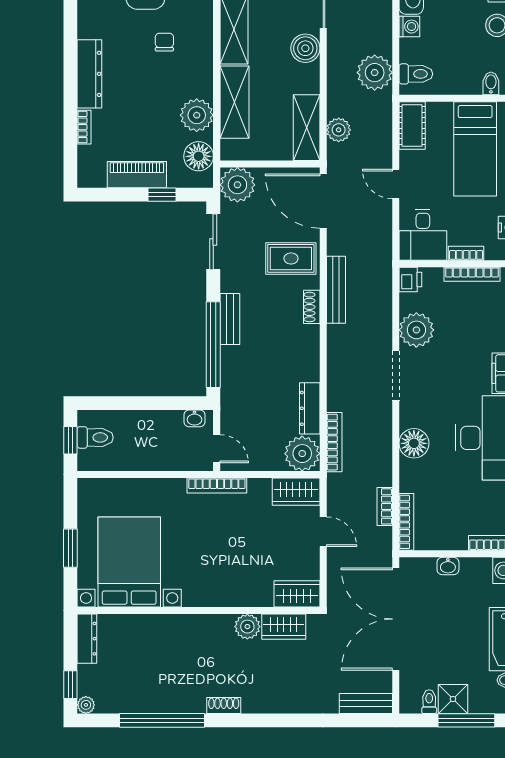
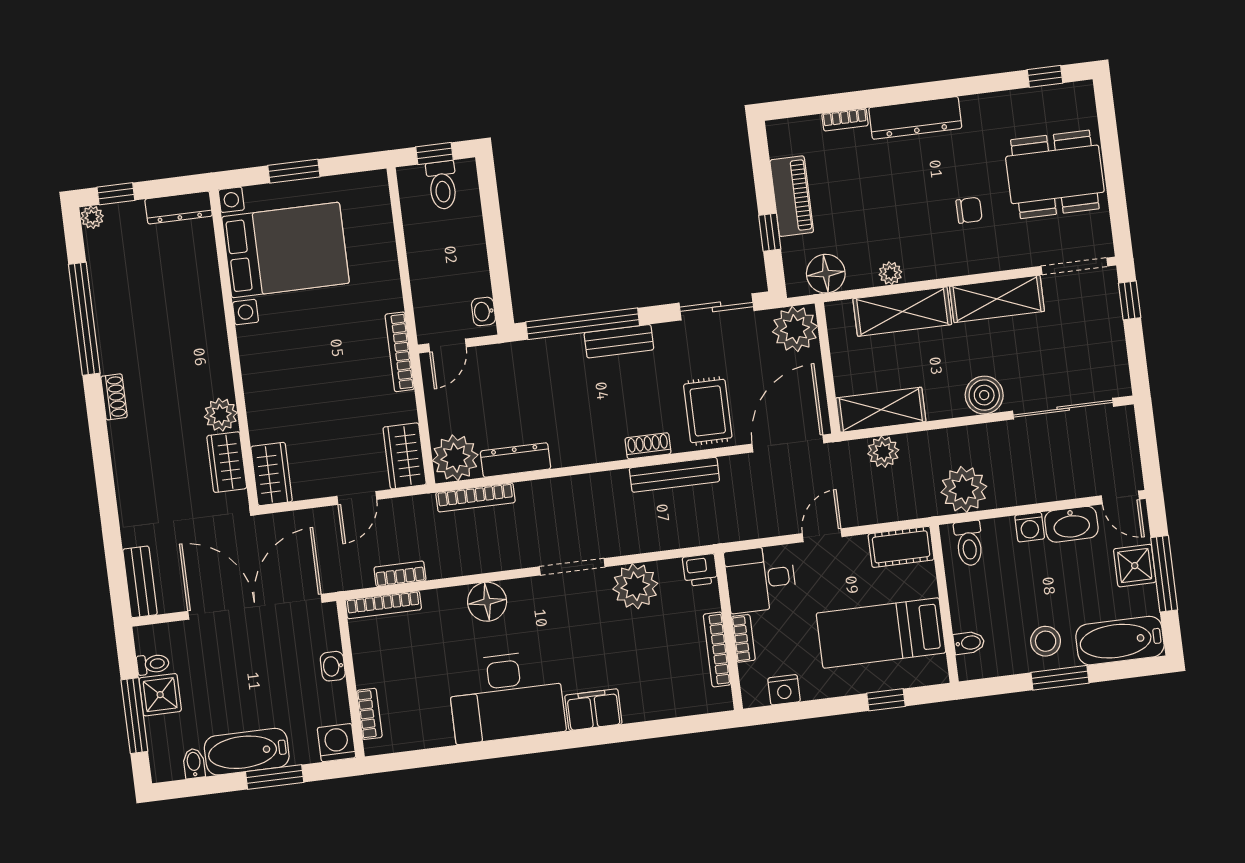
plant: (197, 115) -> (890, 273), width x0.53, depth x0.53

